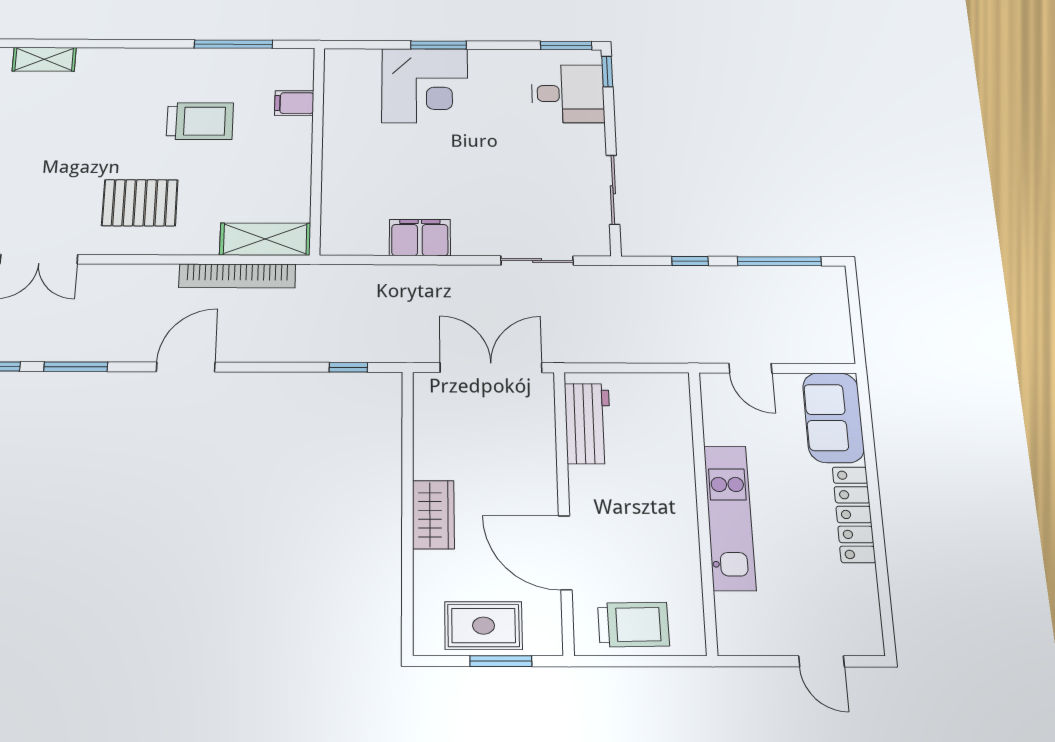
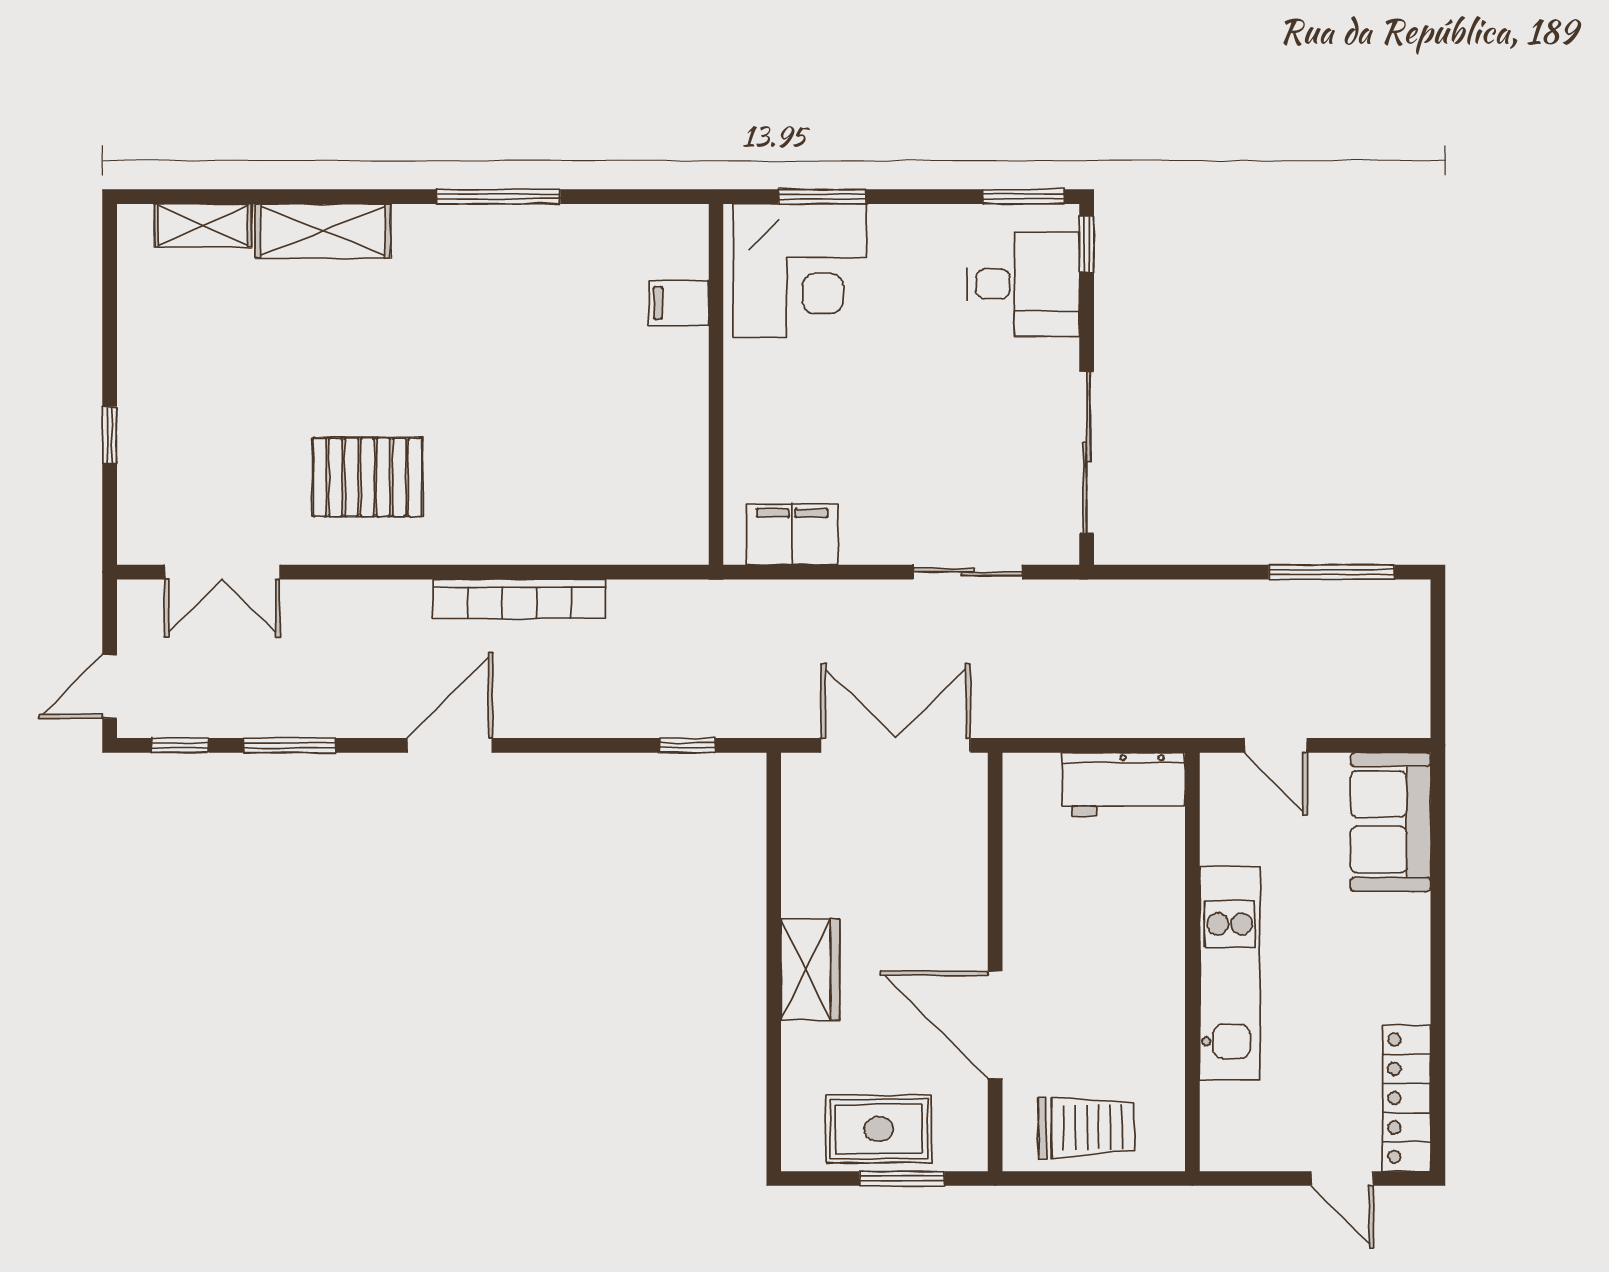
filing cabinet: (294, 103) -> (679, 303), moved
trolley: (200, 121) -> (452, 335), removed
wall: (317, 149) -> (716, 384), moved
sliding door: (613, 190) -> (1087, 452), width x1.37
shelving: (265, 239) -> (323, 231), moved
window: (690, 261) -> (1198, 572), removed
workbench: (588, 424) -> (1124, 784), moved, turned 90
locker: (854, 514) -> (1406, 1098), moved

